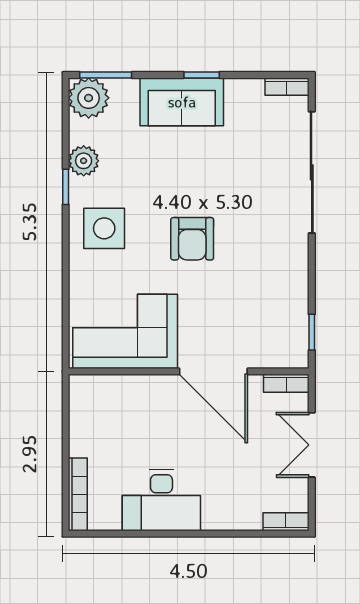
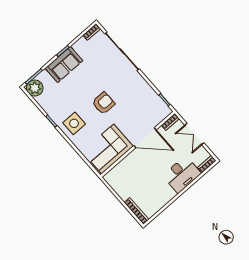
plant: (84, 161) -> (50, 108), removed
armchair: (192, 239) -> (103, 103), turned -90
desk: (161, 500) -> (182, 174), moved

